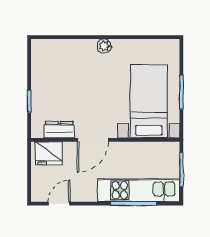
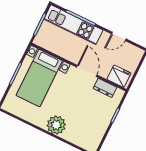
plant: (104, 46) -> (56, 125), width x1.87, depth x1.87
door: (93, 140) -> (87, 71), hinge flipped
door: (59, 204) -> (119, 36), moved

